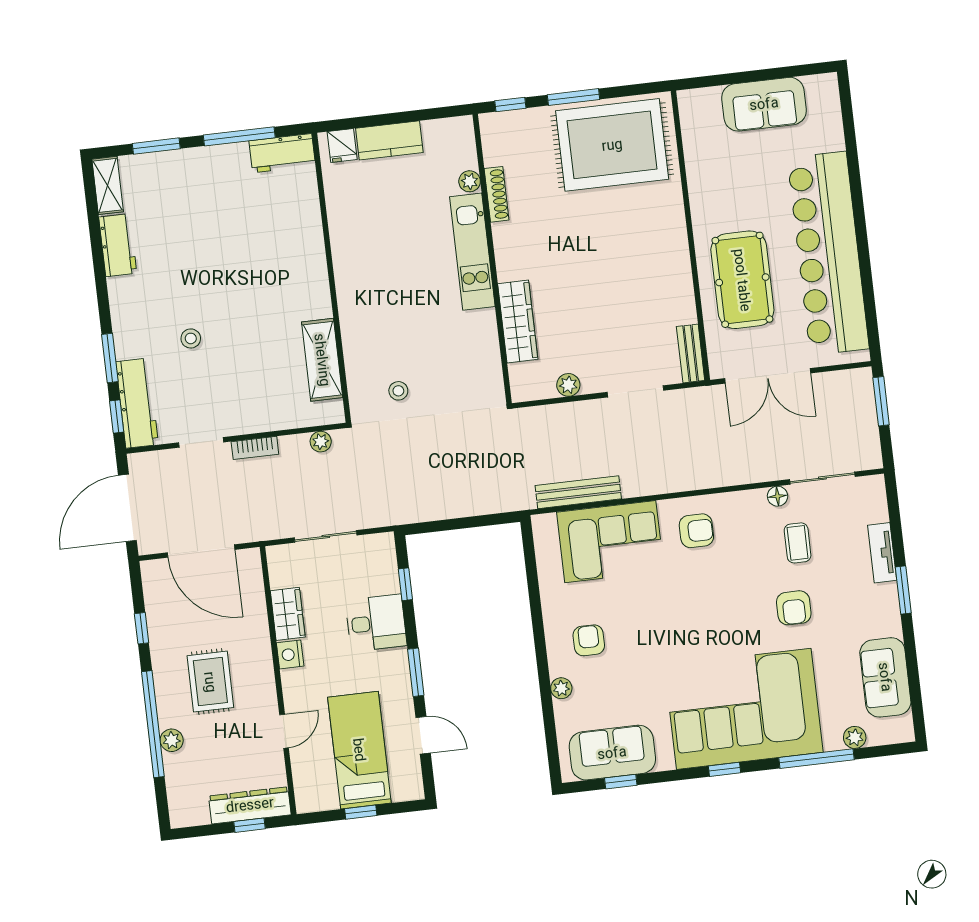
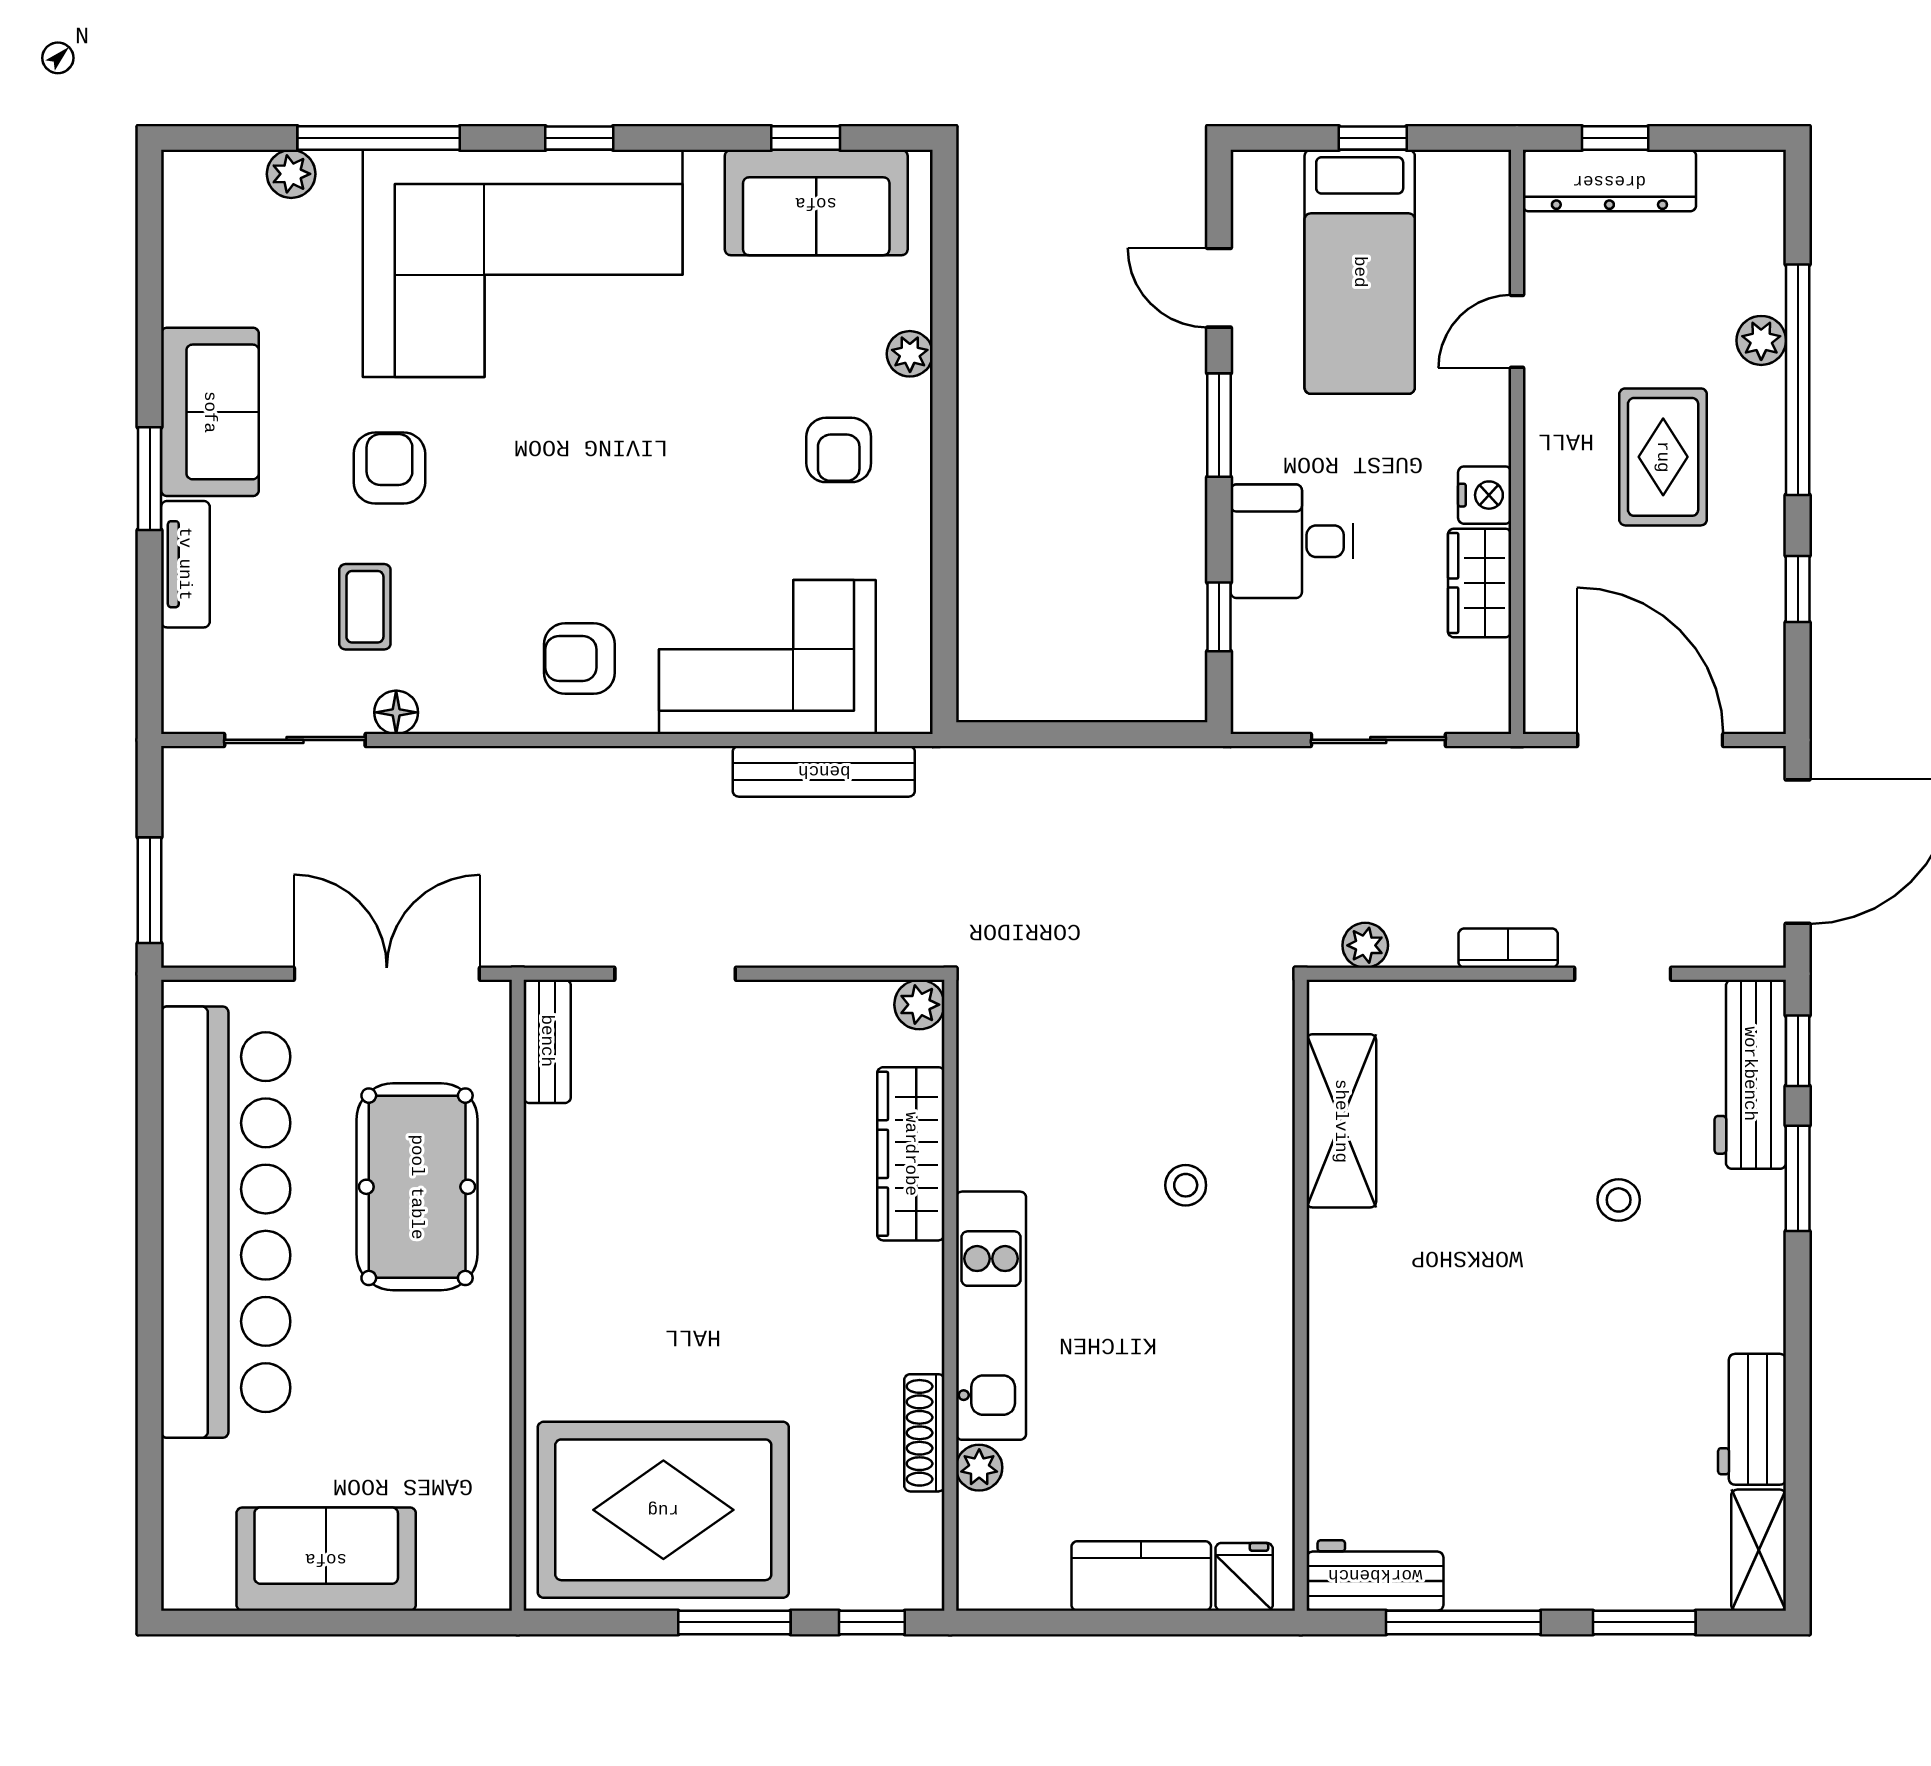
plant: (568, 385) -> (919, 1005), moved
stool: (398, 391) -> (1186, 1185), moved
sofa: (885, 677) -> (210, 412), moved

